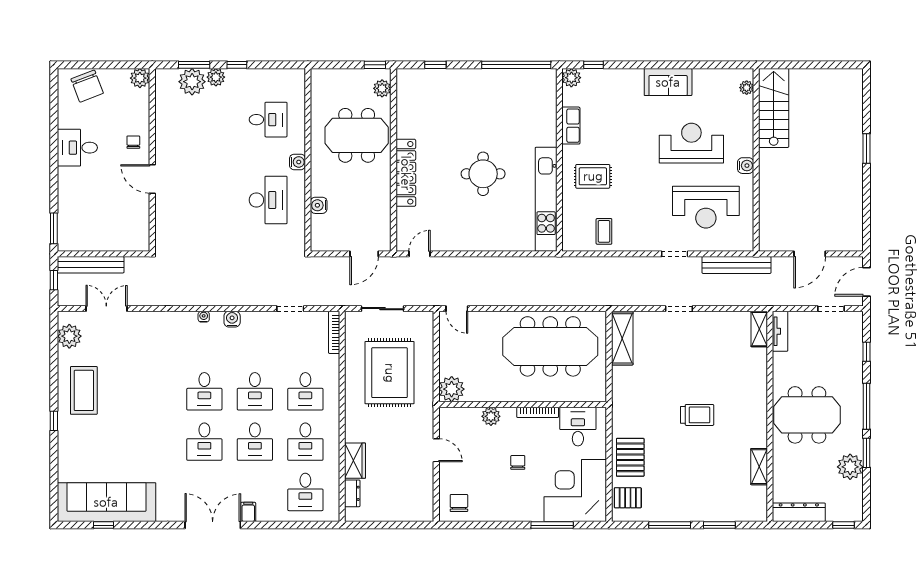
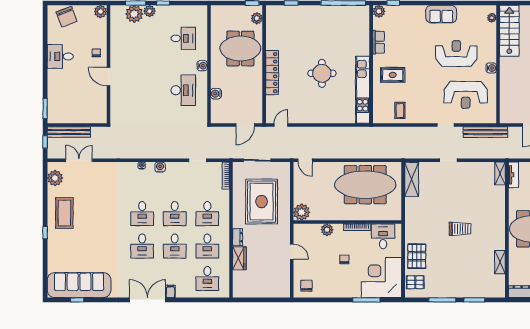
dresser: (352, 493) -> (238, 237), moved

